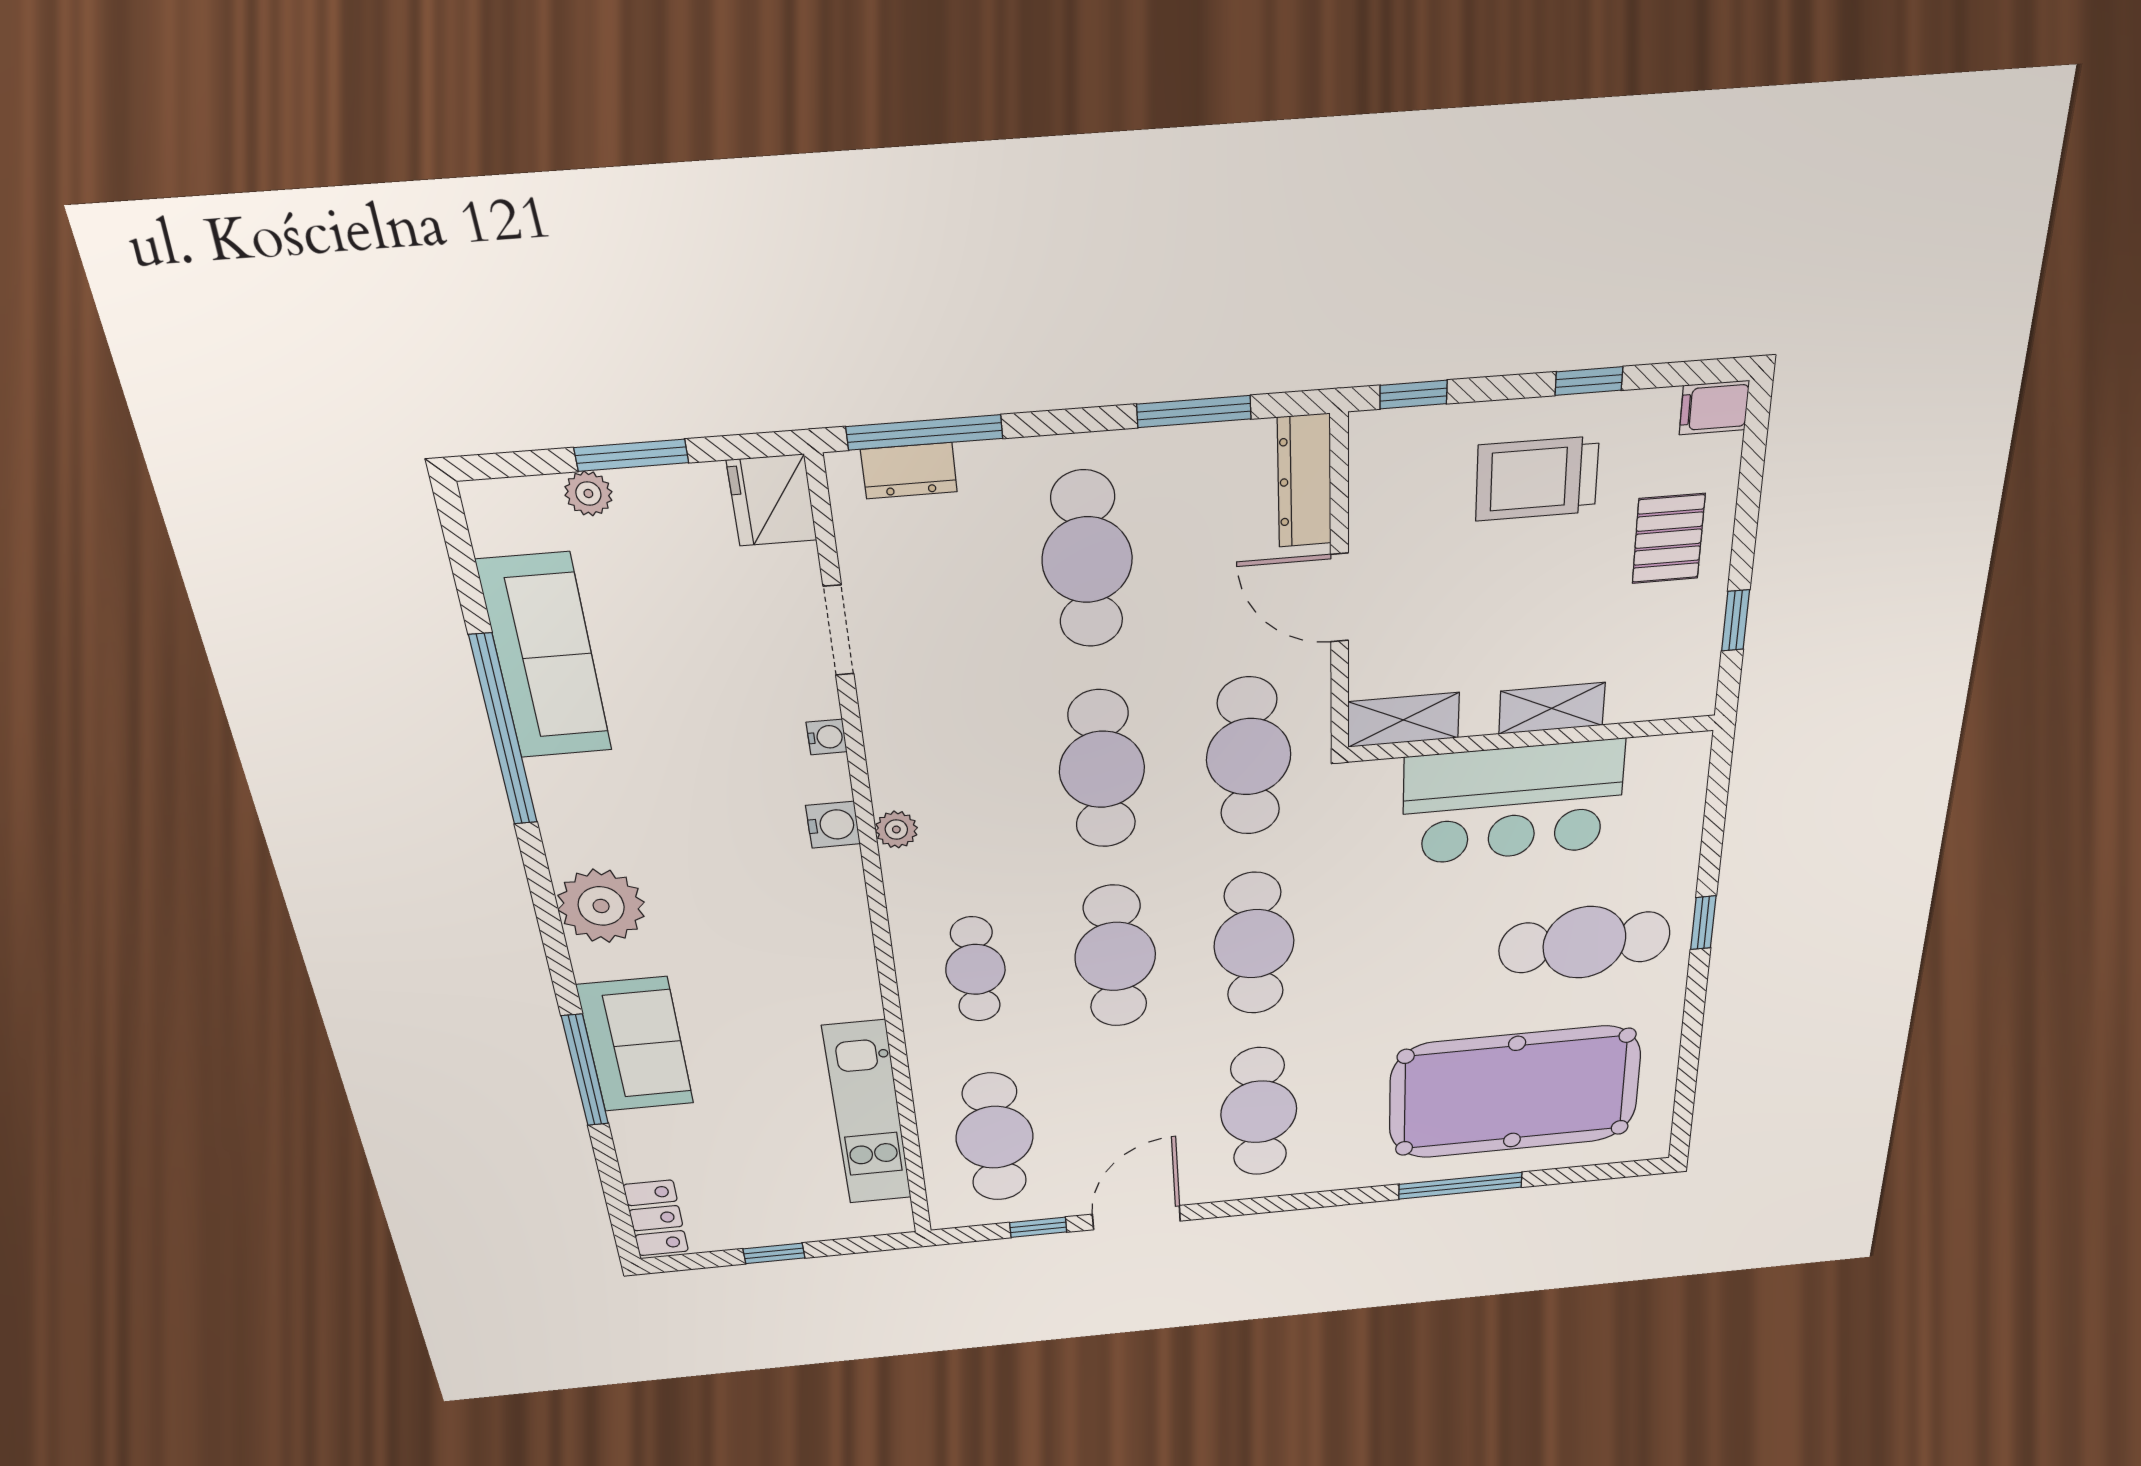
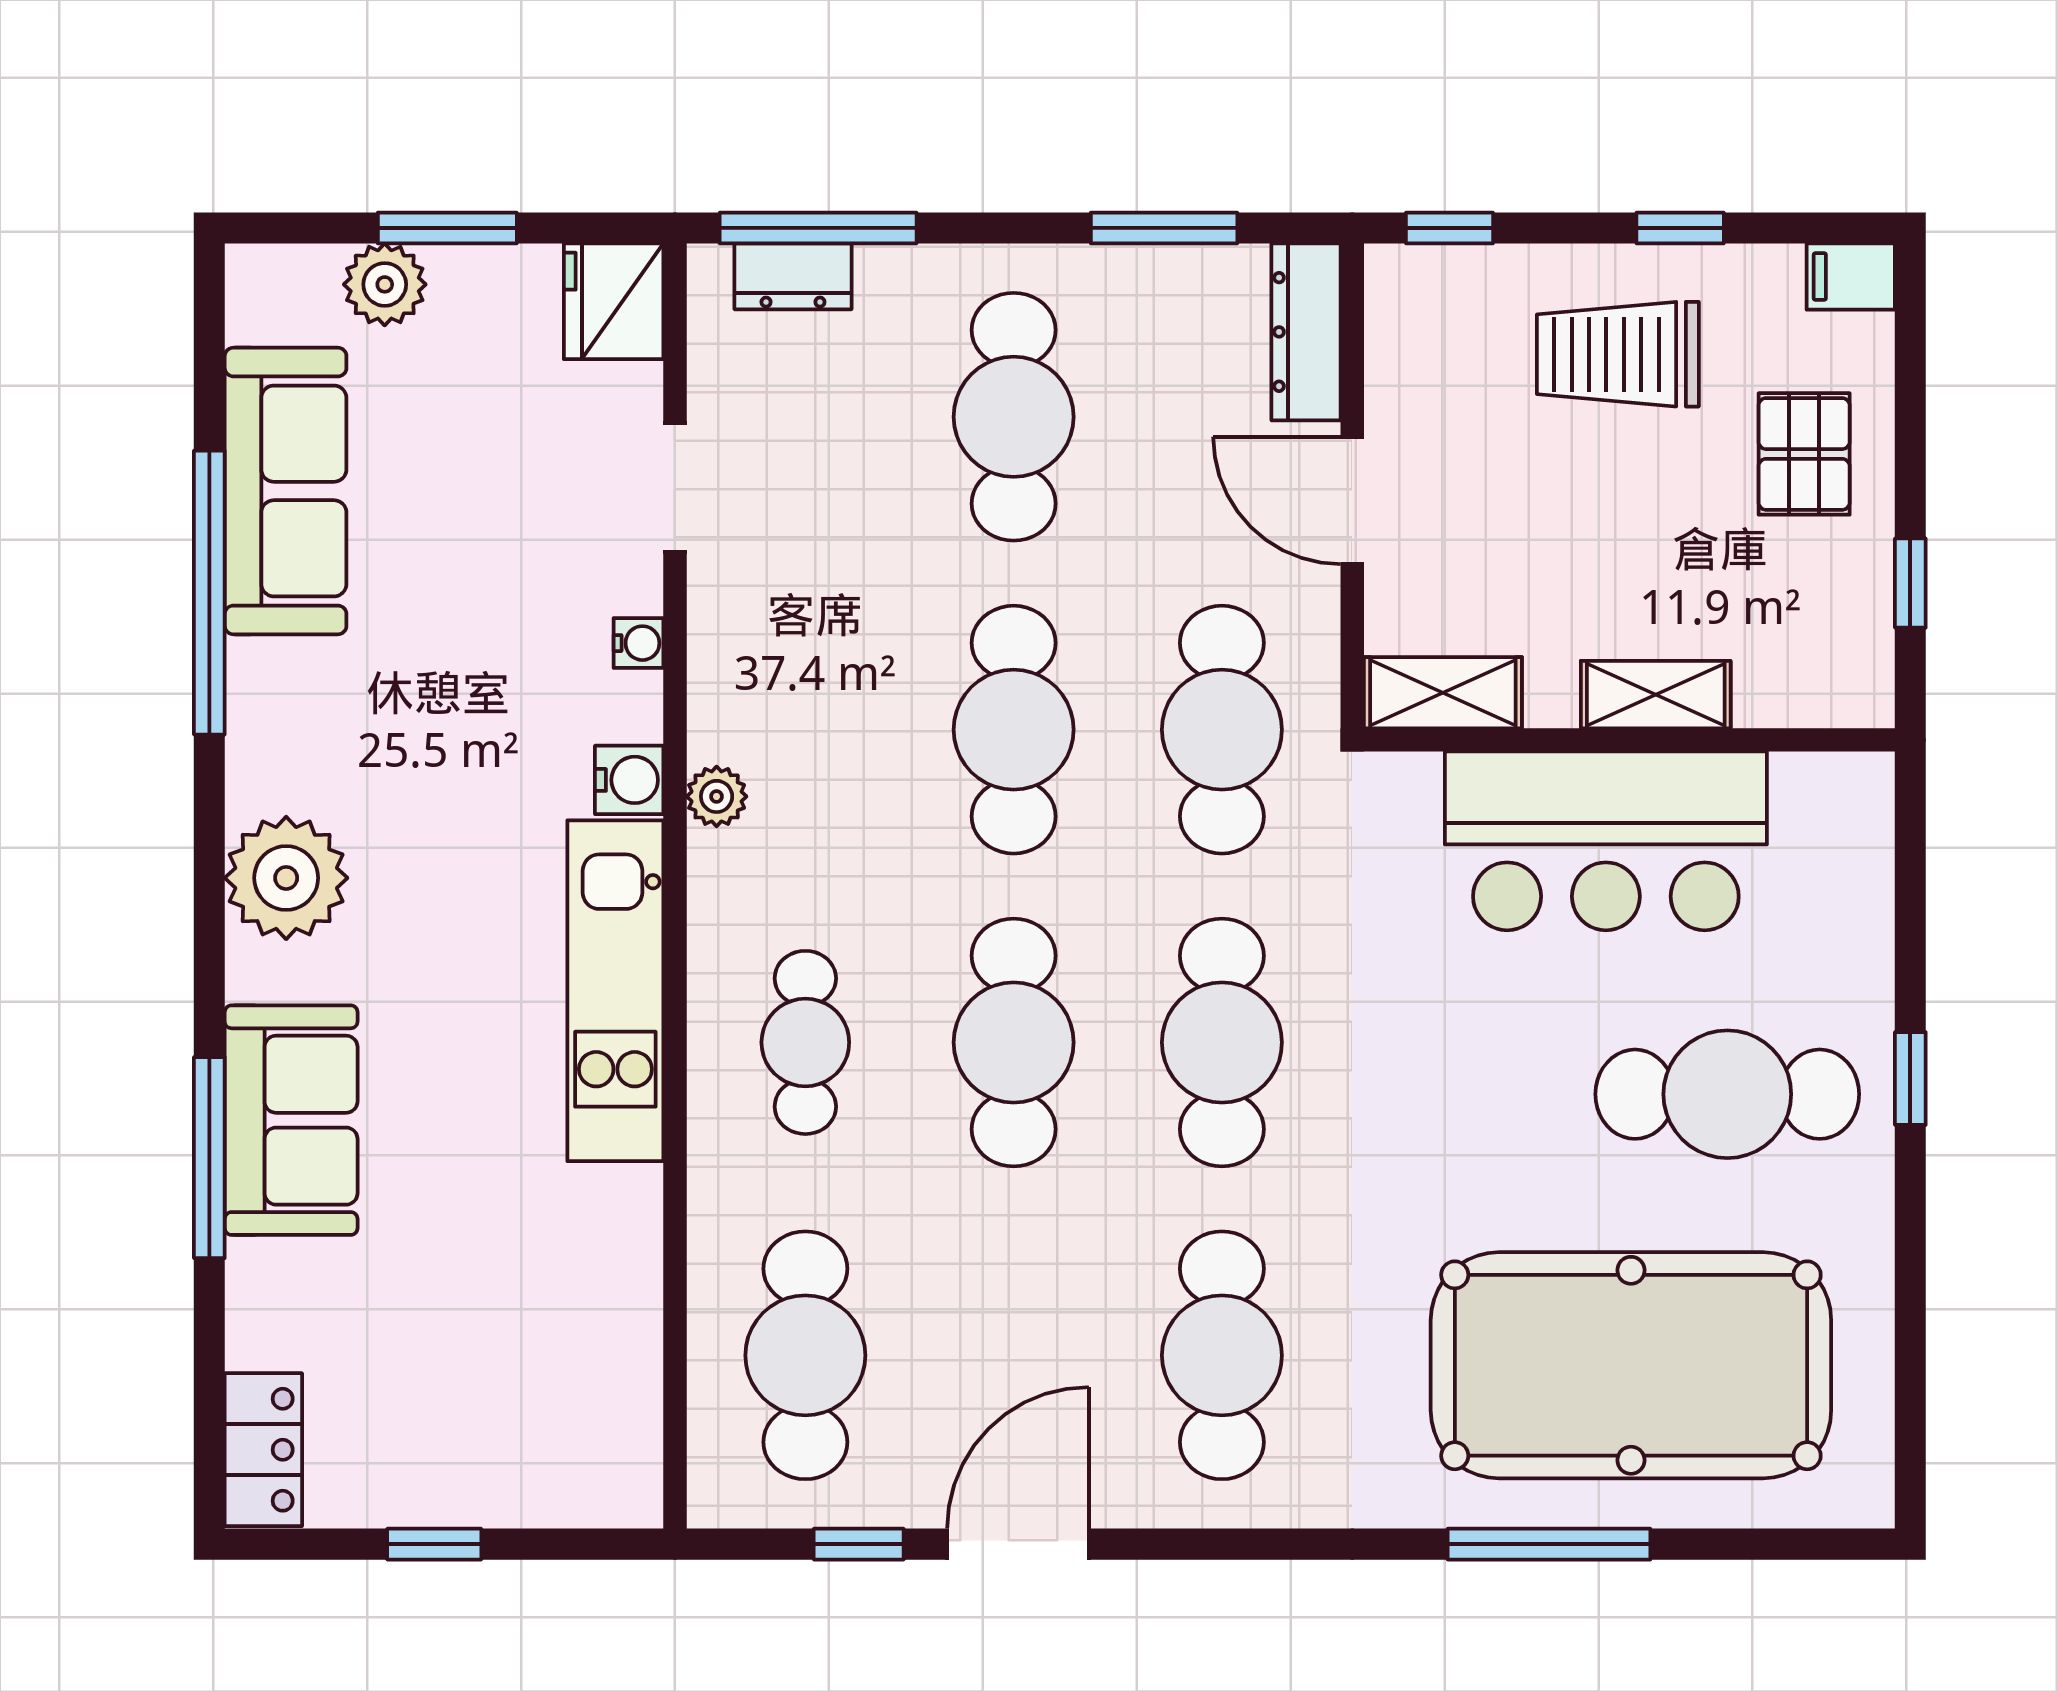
plant: (588, 493) -> (385, 284), width x1.38, depth x1.38
kitchen unit: (867, 1113) -> (615, 991), moved

